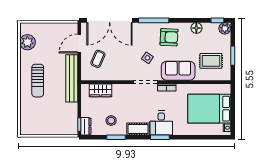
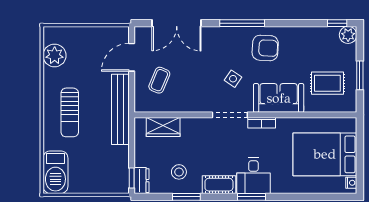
double door: (110, 20) -> (177, 23), width x0.73
floor lamp: (196, 28) -> (306, 34), removed
barbecue: (28, 121) -> (55, 172), added

